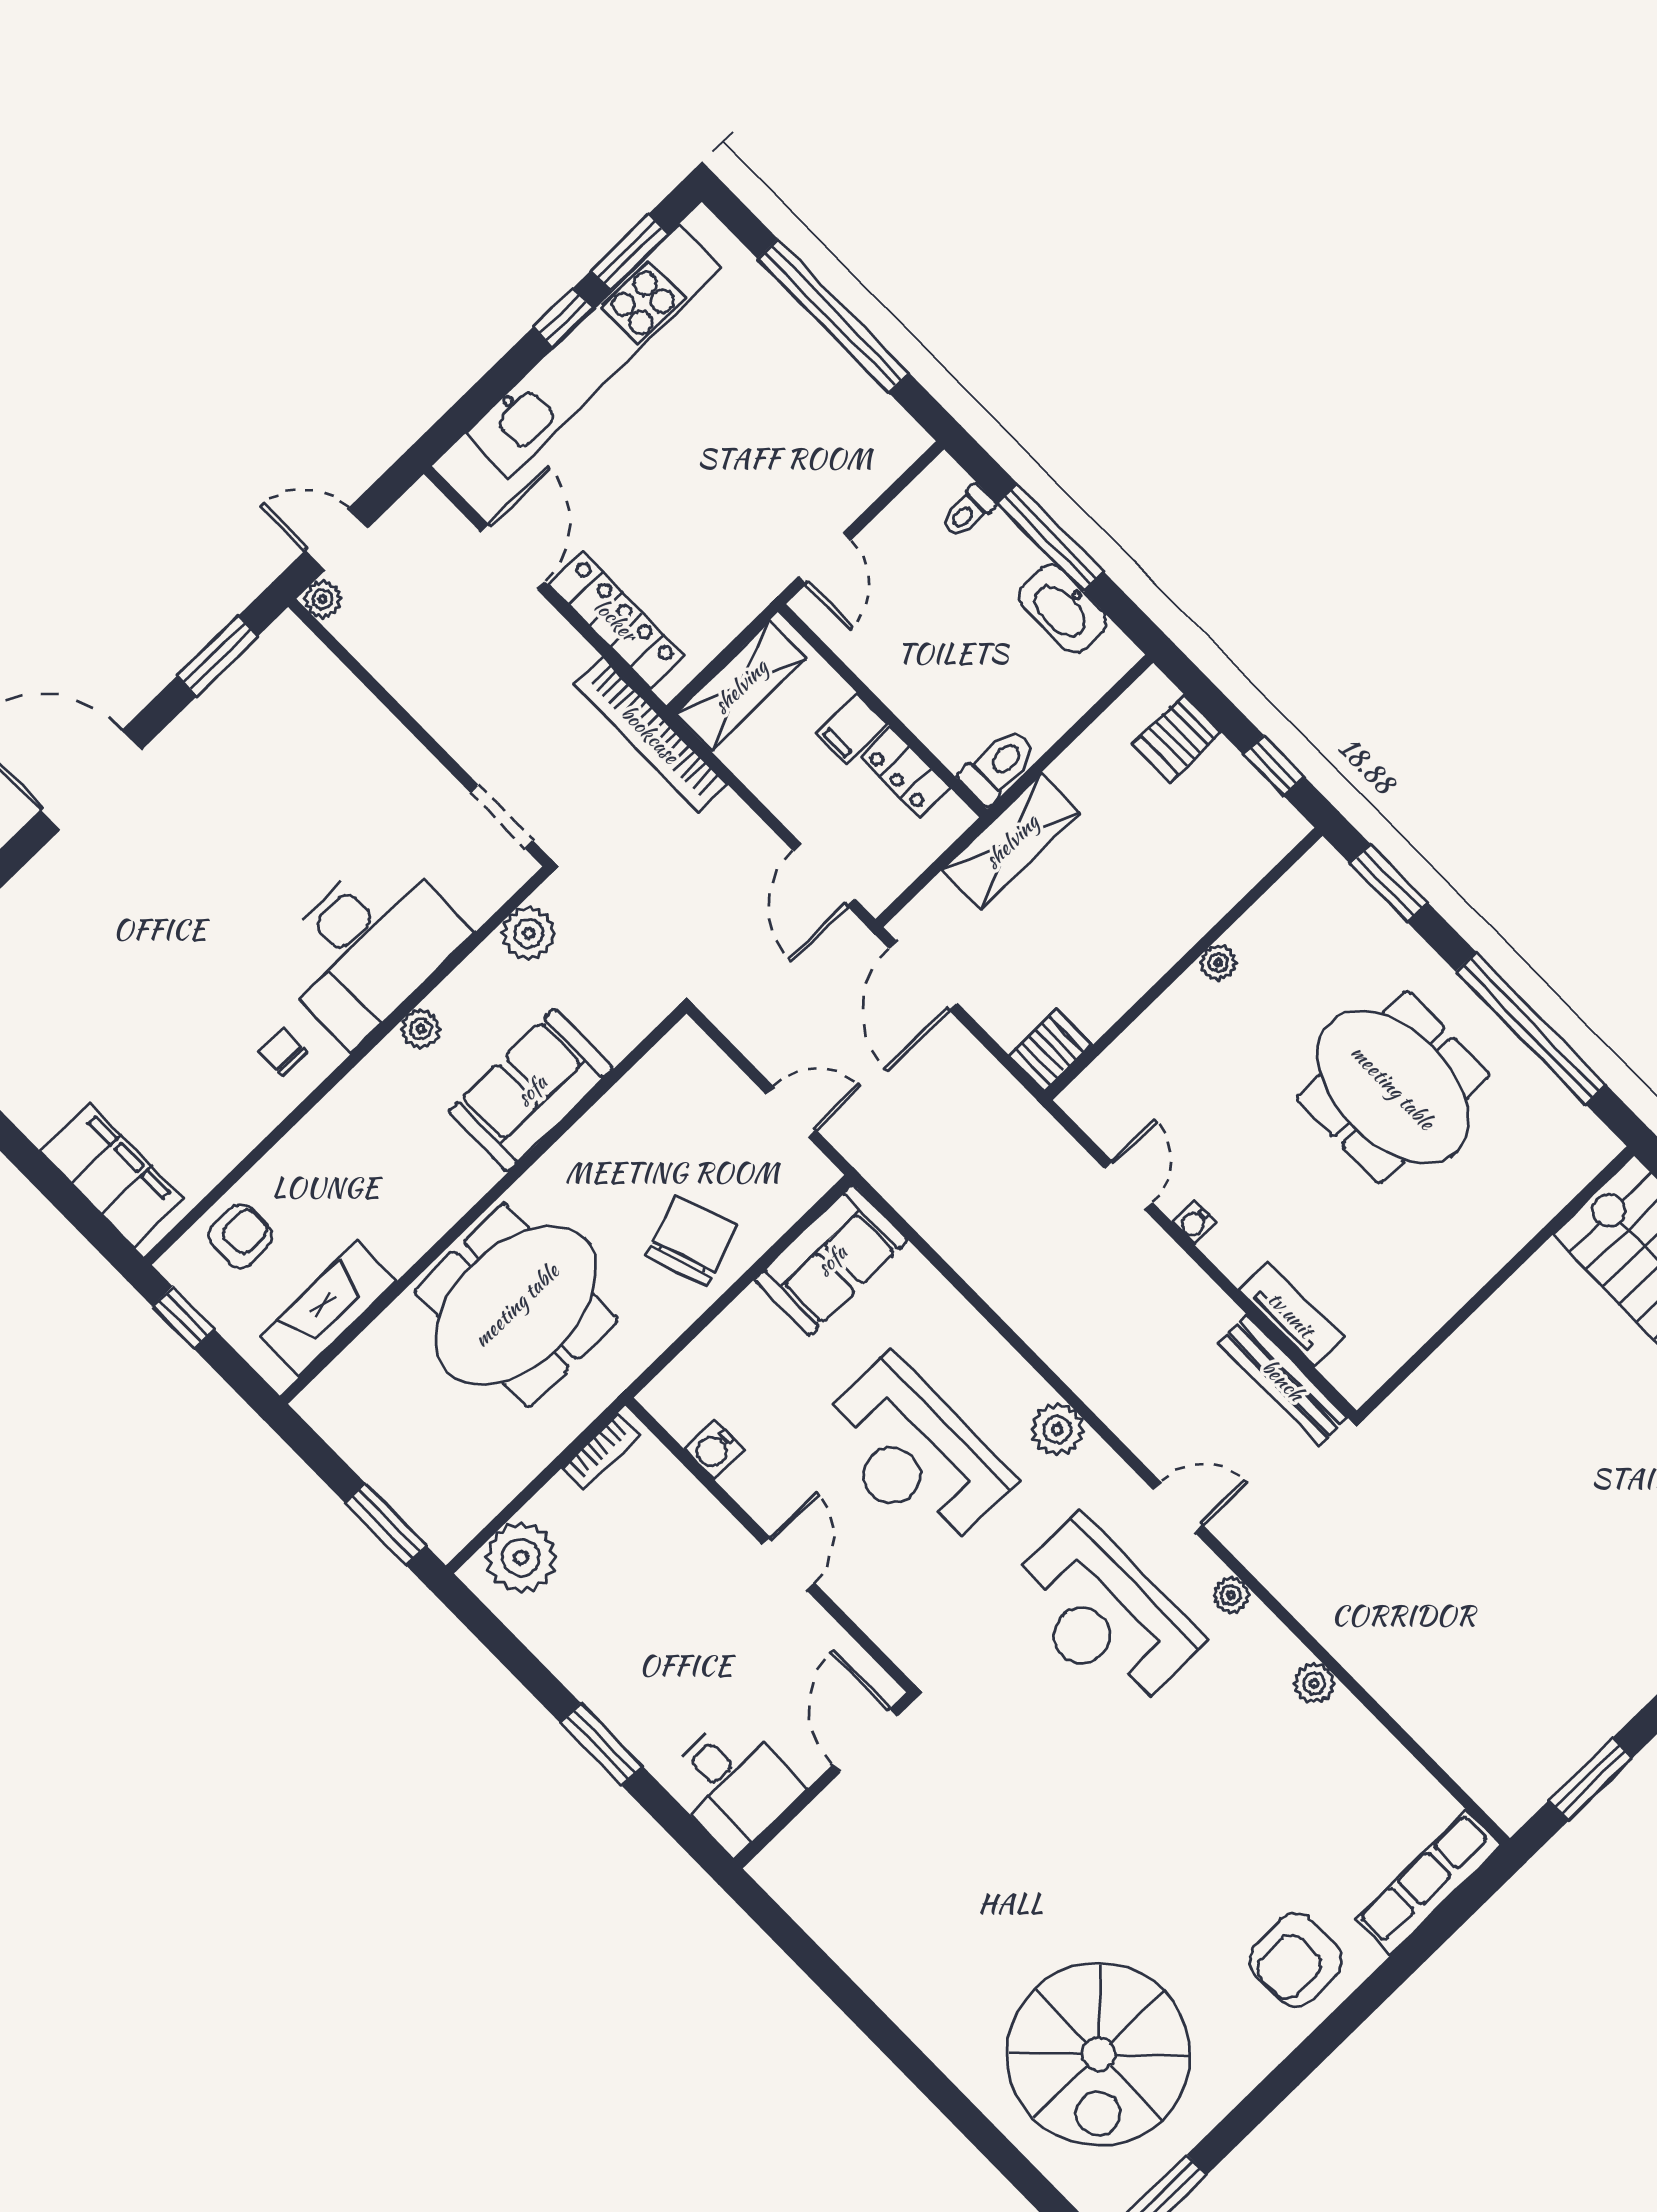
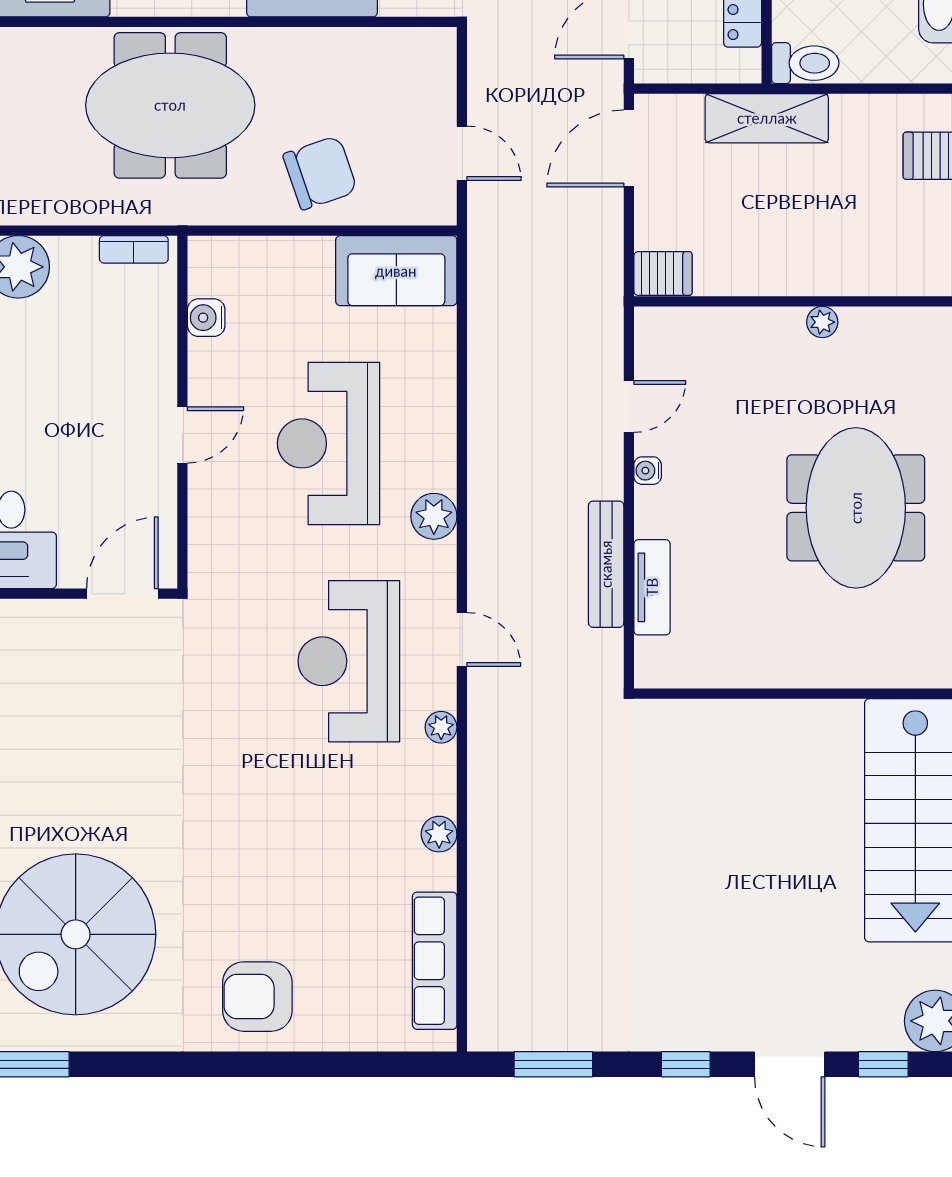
bench: (1283, 1380) -> (606, 564), moved
row of seats: (1428, 1883) -> (435, 961), moved, turned -90

